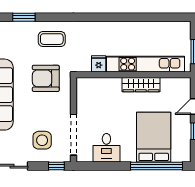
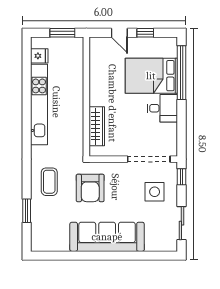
fridge: (99, 64) -> (39, 56), moved, turned 180
kitchen unit: (145, 64) -> (39, 105), moved, turned 180
wardrobe: (141, 85) -> (97, 126), moved
desk: (106, 148) -> (162, 108), moved

